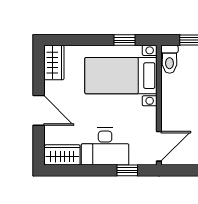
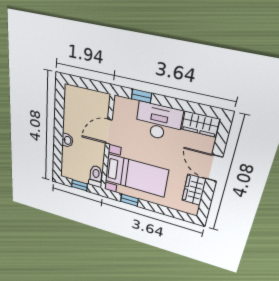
wardrobe: (54, 63) -> (194, 190), moved
door: (159, 146) -> (109, 132), moved

